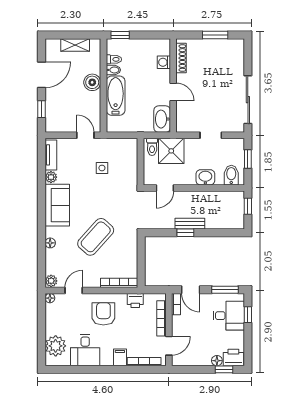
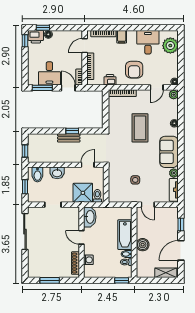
shelving: (75, 45) -> (166, 273), moved
coffee table: (96, 237) -> (140, 128), turned -42
window: (248, 315) -> (25, 41), moved
desk: (229, 316) -> (49, 73), moved, turned -90

